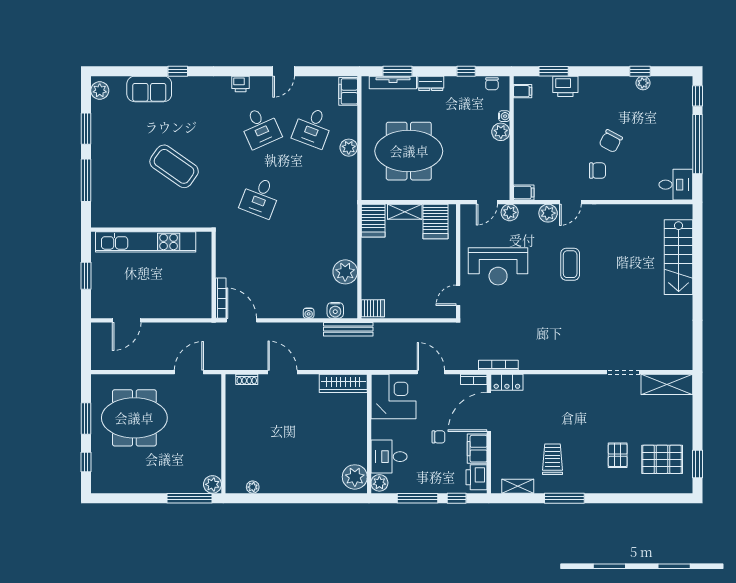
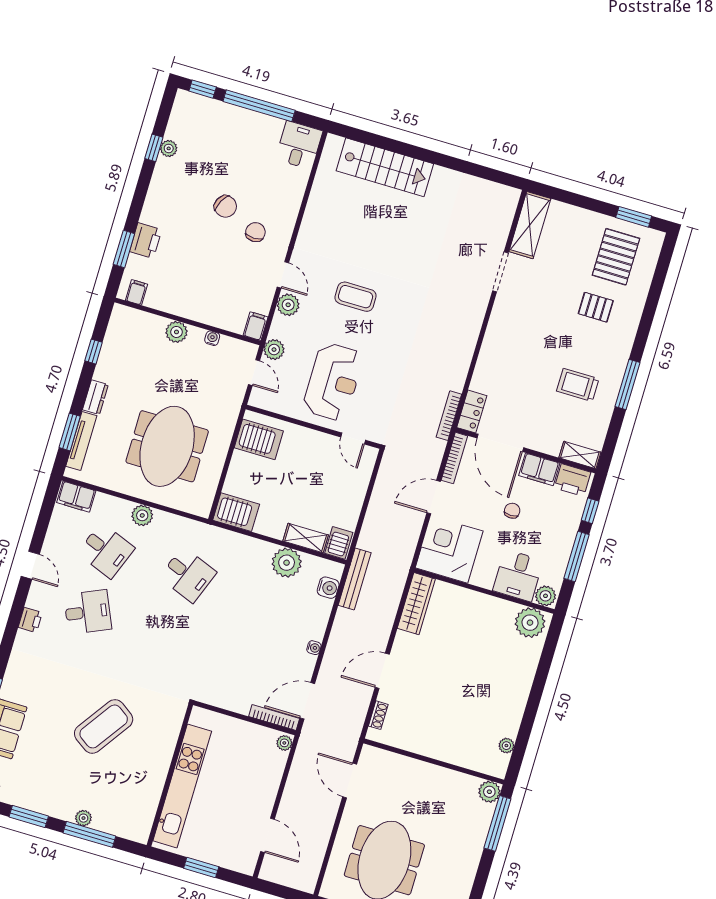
chair: (492, 84) -> (117, 326), removed
water cooler: (504, 116) -> (212, 338), moved
plant: (97, 172) -> (83, 818), added
desk: (260, 197) -> (188, 575), moved
shelving: (405, 212) -> (306, 538), moved, turned 90
plant: (203, 312) -> (284, 743), added
water cooler: (309, 313) -> (314, 648), moved
bookcase: (474, 379) -> (454, 458), width x1.56
shelving: (518, 486) -> (580, 455), moved, turned 90

